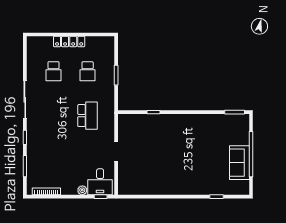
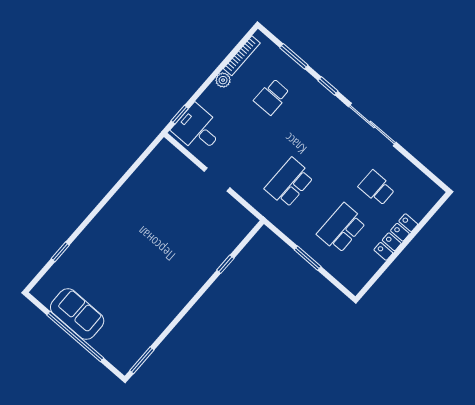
school desk: (88, 71) -> (342, 228), width x1.85
school desk: (88, 116) -> (289, 183), turned 90
school desk: (54, 160) -> (272, 97), added
plant: (82, 190) -> (223, 80), moved

